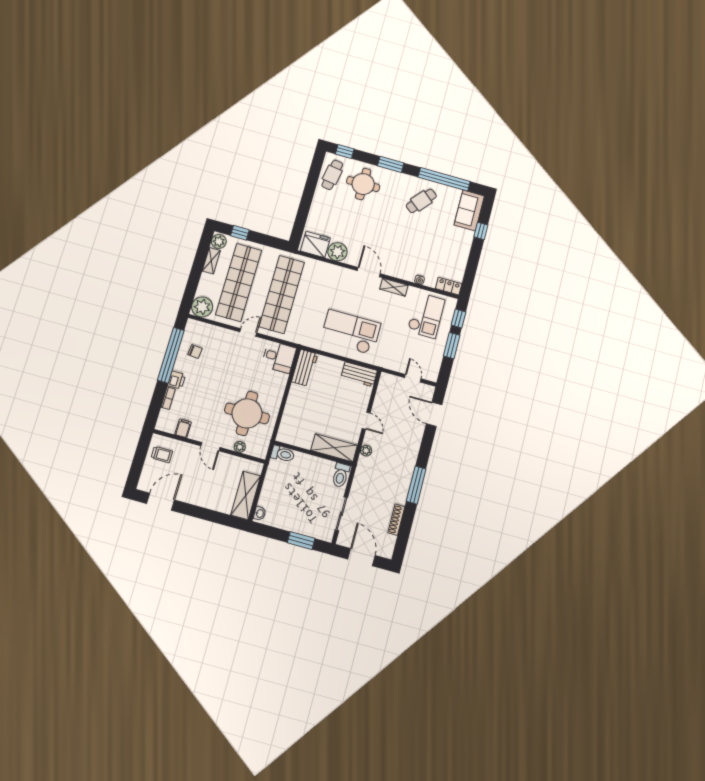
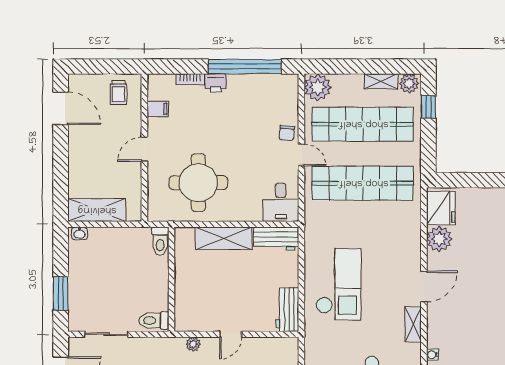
chair: (195, 351) -> (287, 133), moved
plant: (240, 447) -> (154, 186), removed
shelving: (334, 448) -> (224, 238), moved, turned 90

